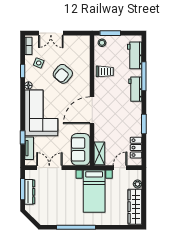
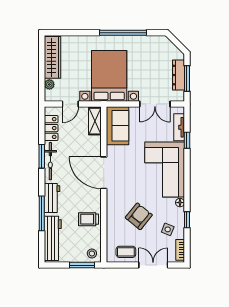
coffee table: (74, 44) -> (126, 252), added
workbench: (135, 55) -> (53, 238), width x1.38
door: (92, 110) -> (104, 173), swing flipped
bicycle: (137, 120) -> (50, 161), added
bed with nightstands: (94, 191) -> (109, 76), width x1.36

